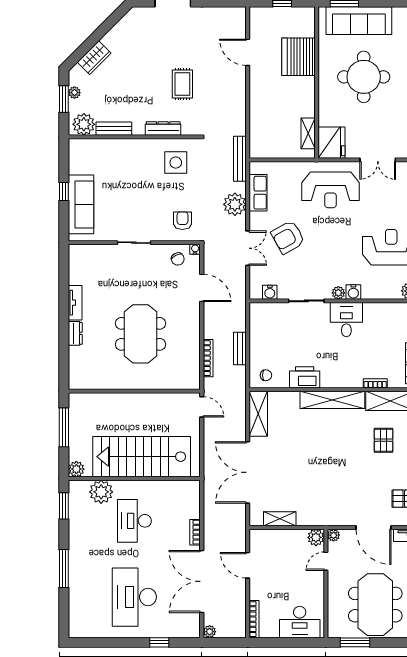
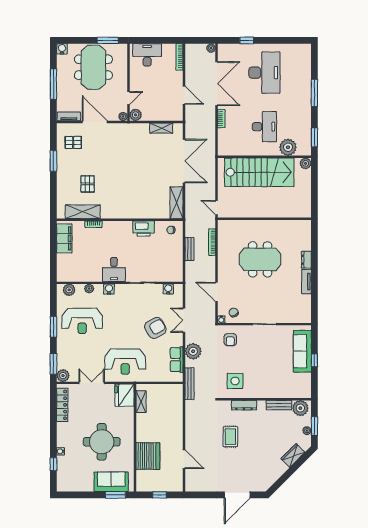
sofa: (359, 21) -> (111, 482), width x0.73
reception desk: (331, 190) -> (125, 362), turned 180
plant: (338, 293) -> (89, 289), moved
meeting table: (141, 334) -> (260, 259), turned 90
shelving: (332, 400) -> (124, 212), removed
window: (64, 427) -> (314, 193), removed

